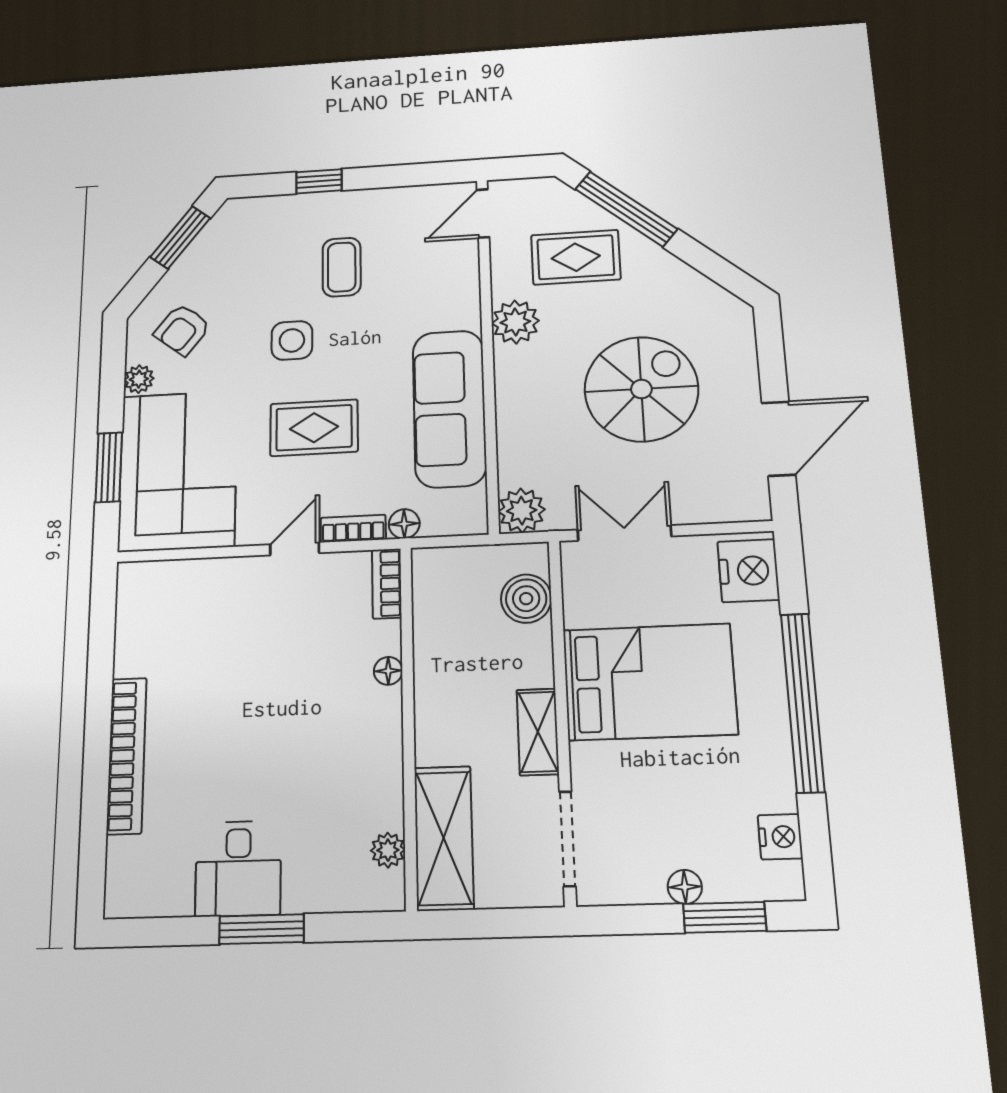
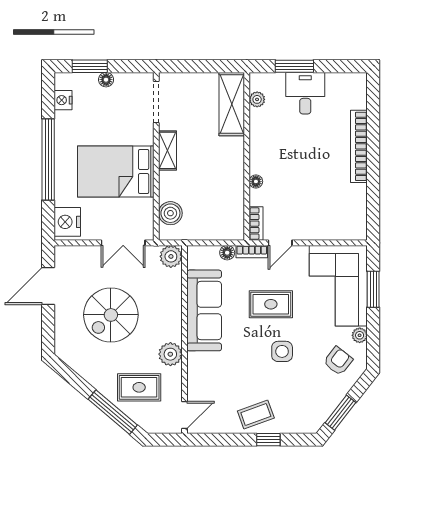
coffee table: (342, 267) -> (256, 414), moved, turned 70
bookcase: (387, 584) -> (256, 224), moved
floor lamp: (388, 671) -> (256, 181), moved
wall: (408, 724) -> (247, 156), moved
shelving: (444, 838) -> (232, 104), moved
plant: (388, 850) -> (257, 99), moved

